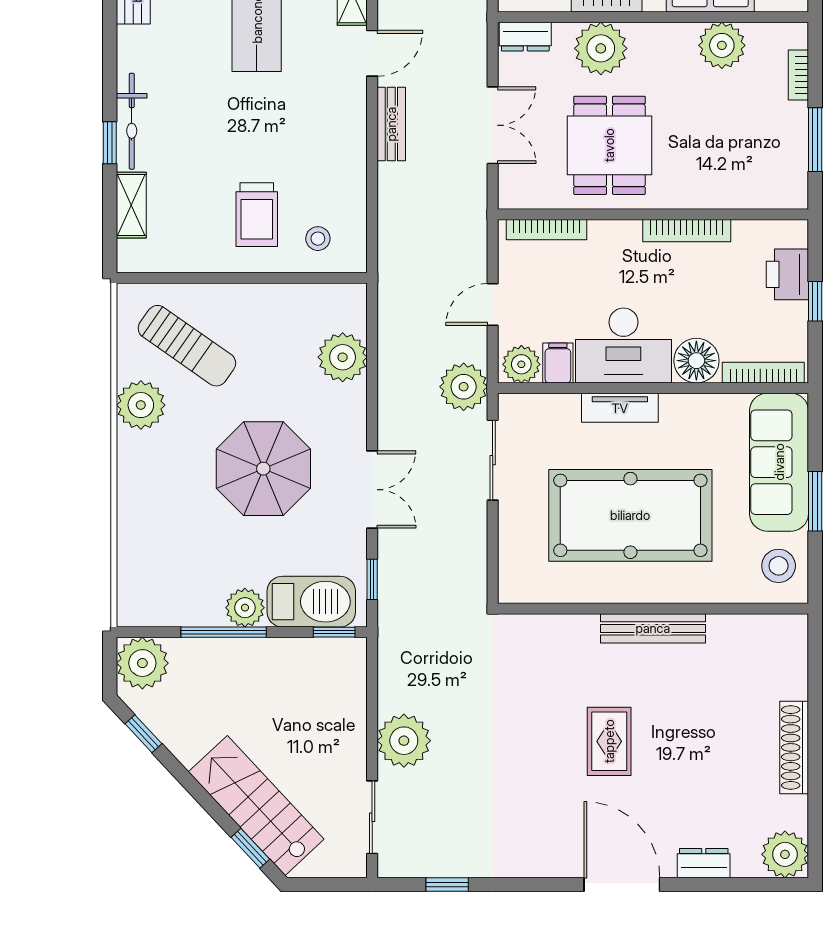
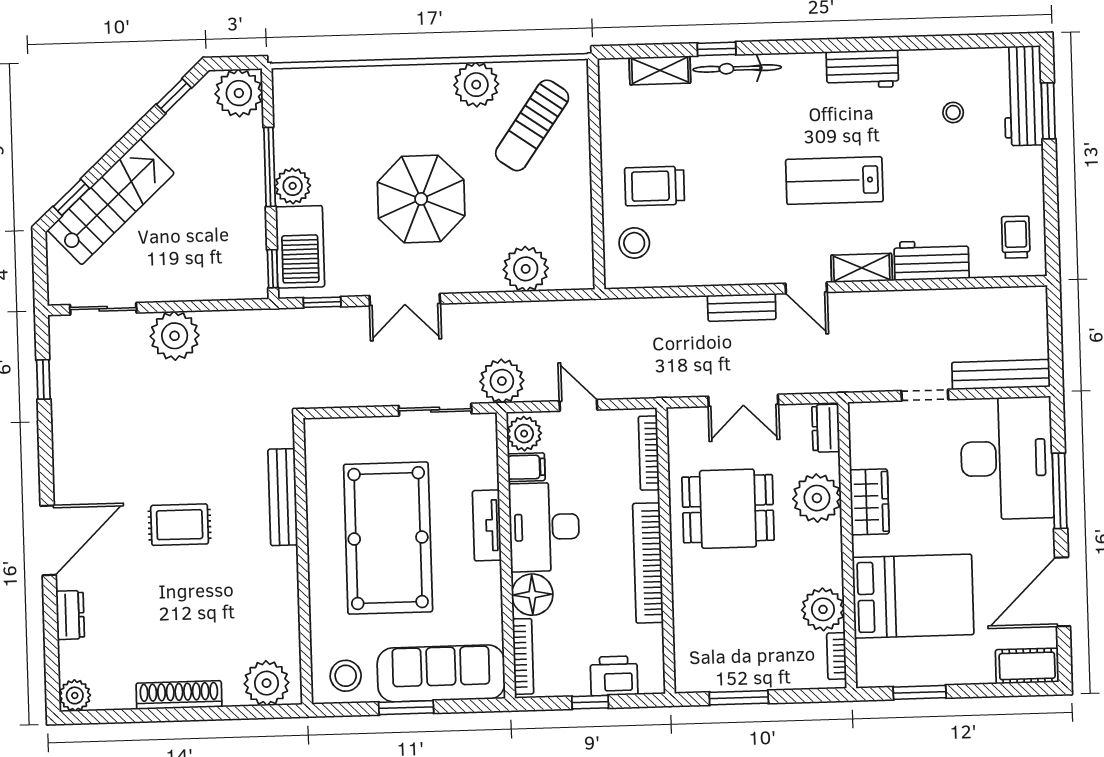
bookcase: (798, 75) -> (837, 656), moved, turned -90
bookcase: (687, 231) -> (648, 563), width x1.48, depth x1.31
stool: (318, 239) -> (634, 243), width x1.37, depth x1.37
bench: (653, 628) -> (283, 497), moved
plant: (784, 652) -> (266, 683), added
plant: (785, 854) -> (75, 695), width x0.73, depth x0.73

